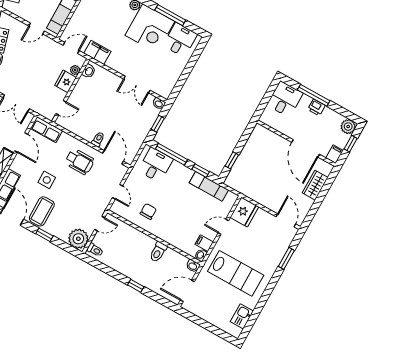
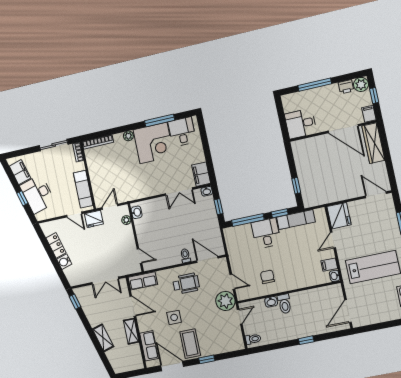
door: (37, 29) -> (74, 215), hinge flipped
filing cabinet: (97, 52) -> (201, 174), moved, turned -90
fridge: (66, 81) -> (94, 219), moved, turned -90
desk: (285, 99) -> (301, 124), moved, turned -90
door: (61, 108) -> (139, 256), hinge flipped
printer: (316, 108) -> (346, 87), moved
desk: (155, 165) -> (266, 233), moved
wardrobe: (315, 185) -> (373, 143), width x1.50
plant: (78, 239) -> (225, 301), moved
toilet: (158, 252) -> (284, 304), moved
washbasin: (193, 266) -> (271, 302), moved

